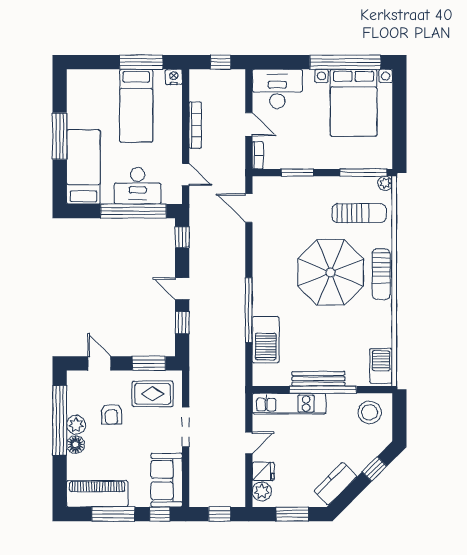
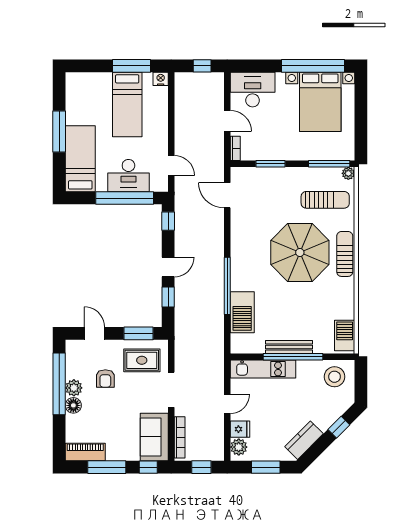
bookcase: (195, 125) -> (180, 437), moved
sun lounger: (381, 274) -> (345, 254), turned 180
door: (182, 289) -> (168, 267), swing flipped
piano: (97, 494) -> (85, 452), width x0.73, depth x0.75

